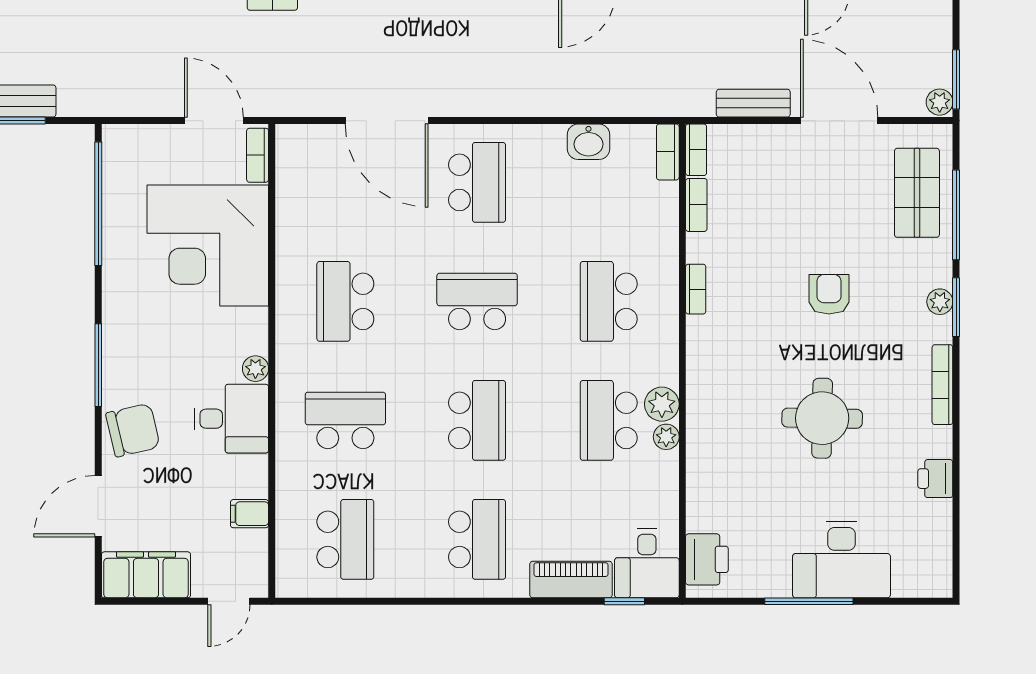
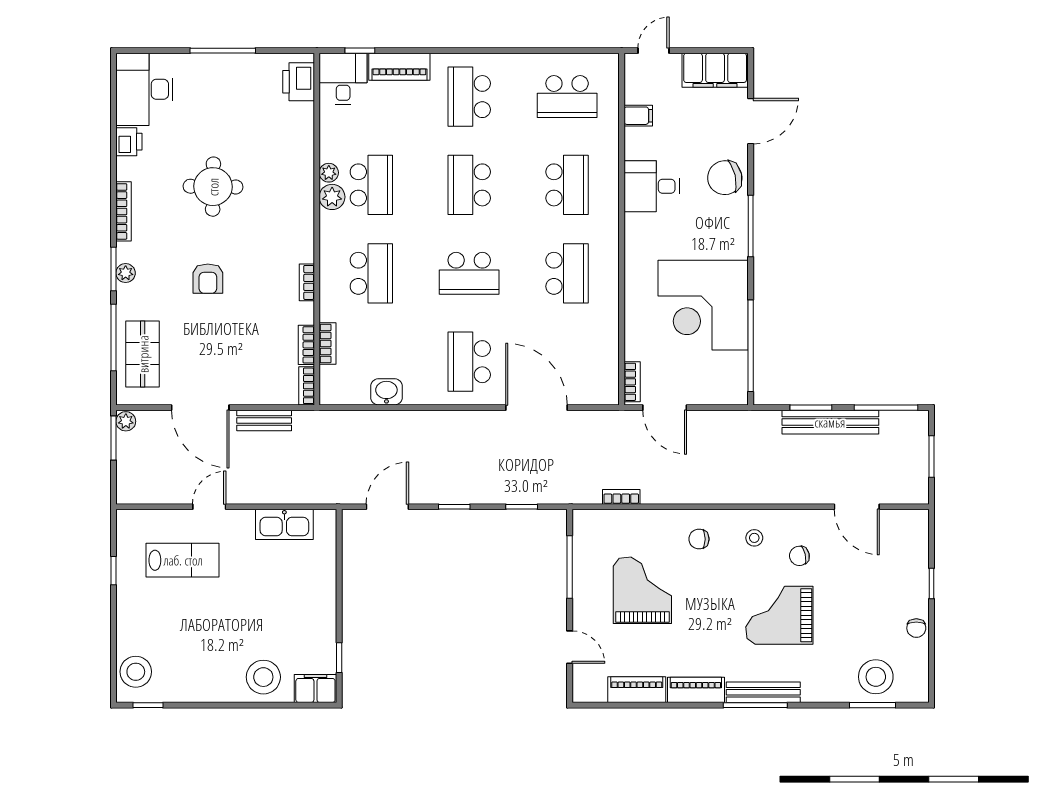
bookcase: (668, 152) -> (328, 343), moved
corner desk: (208, 246) -> (703, 305), moved, turned 180
plant: (255, 369) -> (634, 223), removed
school desk: (345, 420) -> (567, 185), turned -90
school desk: (345, 539) -> (567, 97), turned -90
desk: (842, 560) -> (144, 89), moved, turned -90

